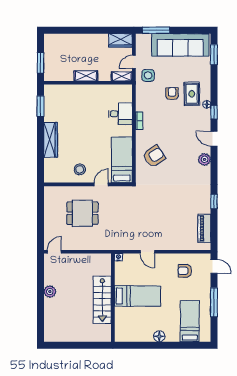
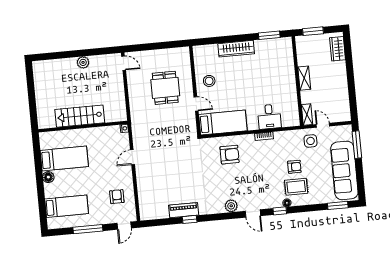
wardrobe: (121, 40) -> (338, 49), moved
door: (214, 139) -> (253, 213), swing flipped
armchair: (154, 156) -> (230, 155), turned -56
piano: (204, 228) -> (184, 210), moved
bed: (137, 296) -> (64, 159), moved, turned -90

